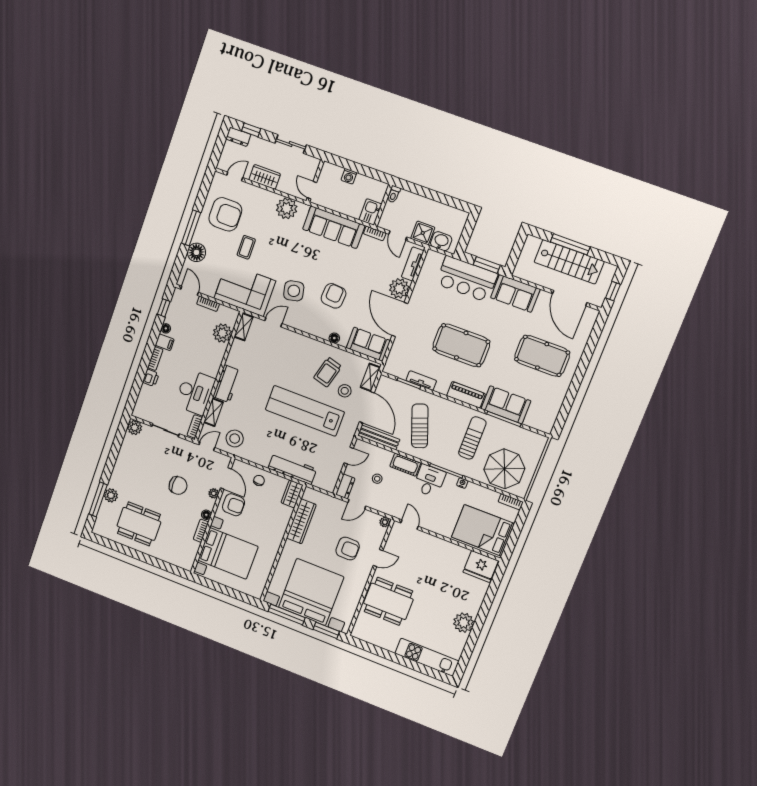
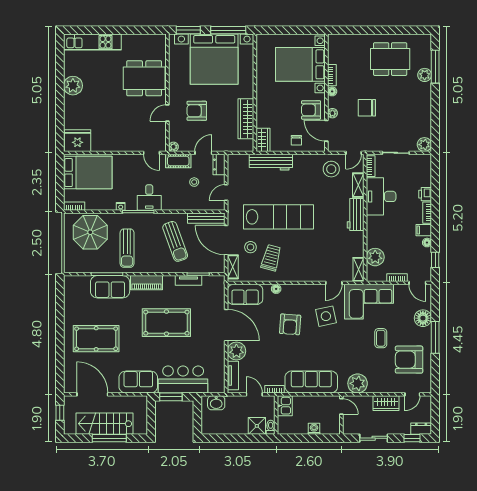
shower: (423, 233) -> (257, 426), moved
cot: (405, 465) -> (178, 161), moved

